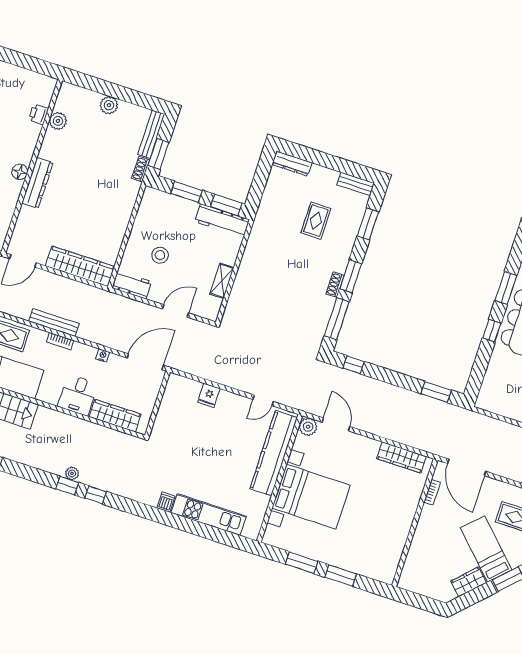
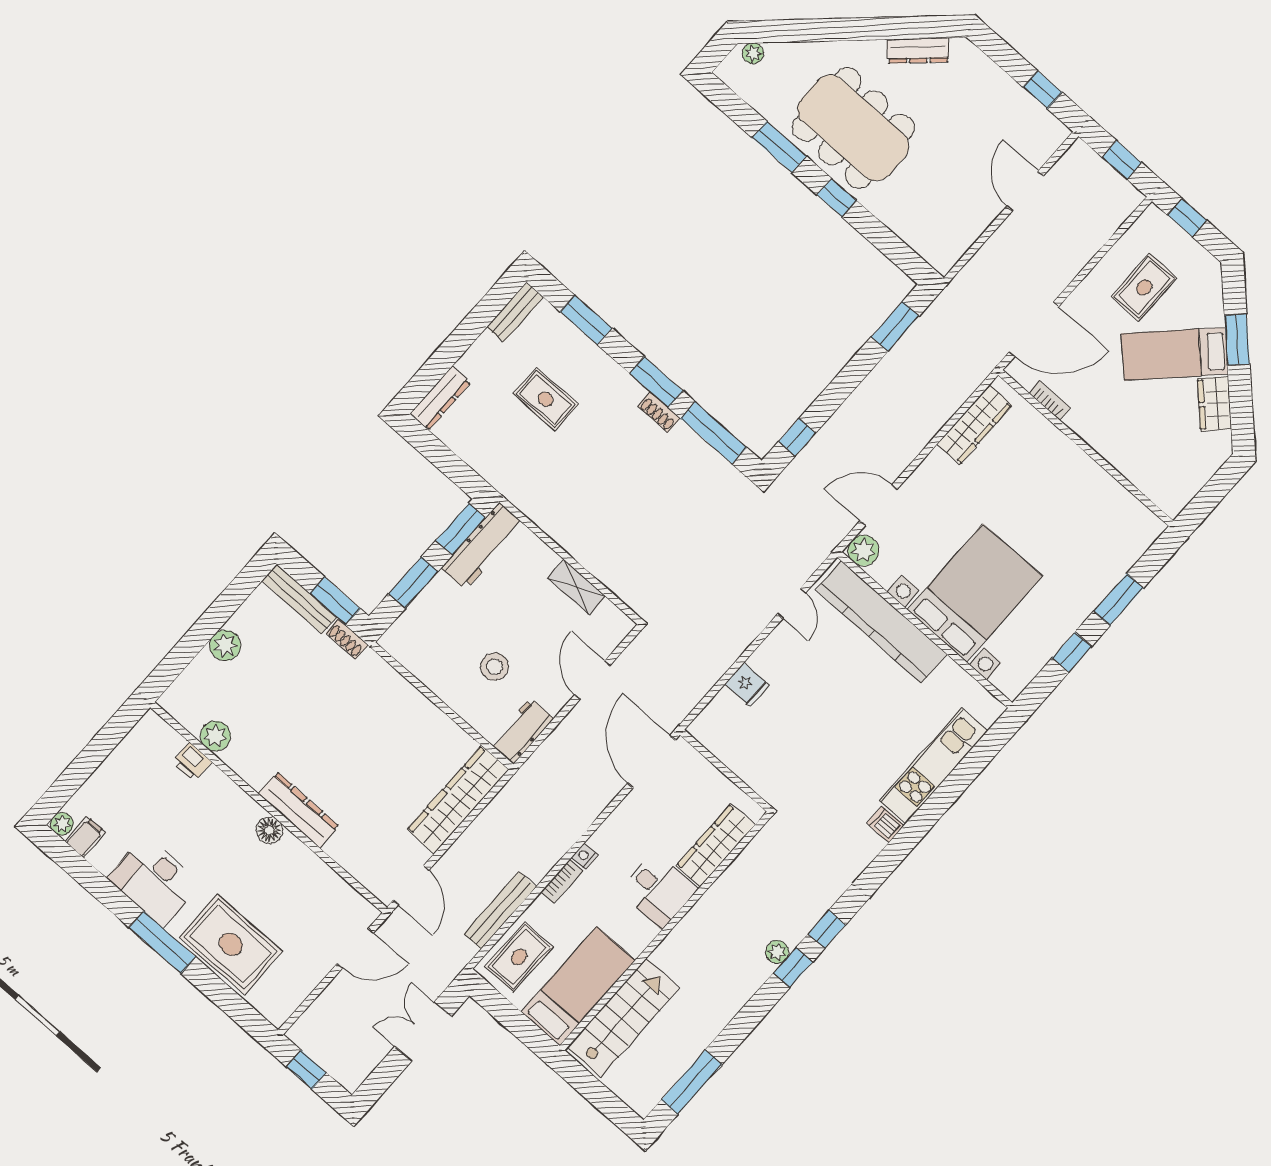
bench: (54, 322) -> (500, 910), moved
nightstand: (103, 355) -> (585, 856), moved
window: (302, 563) -> (1072, 652), width x0.67

